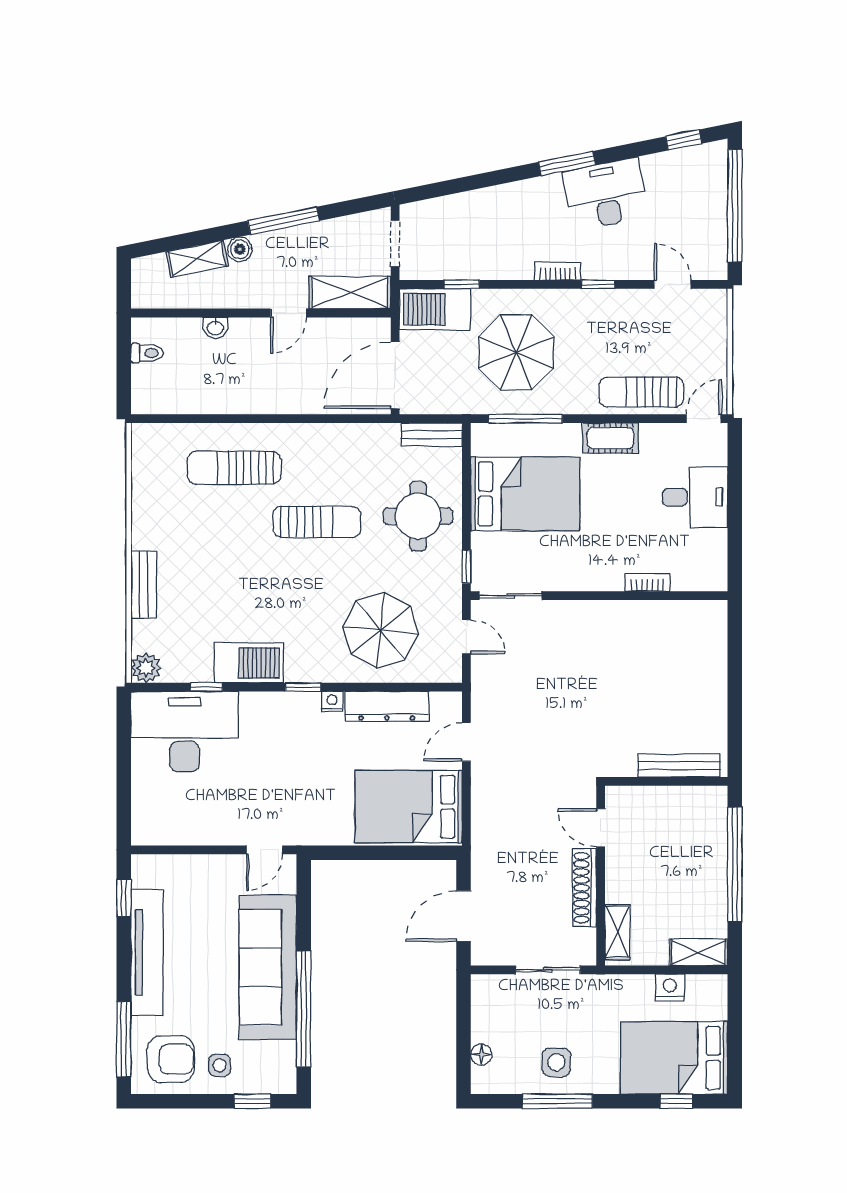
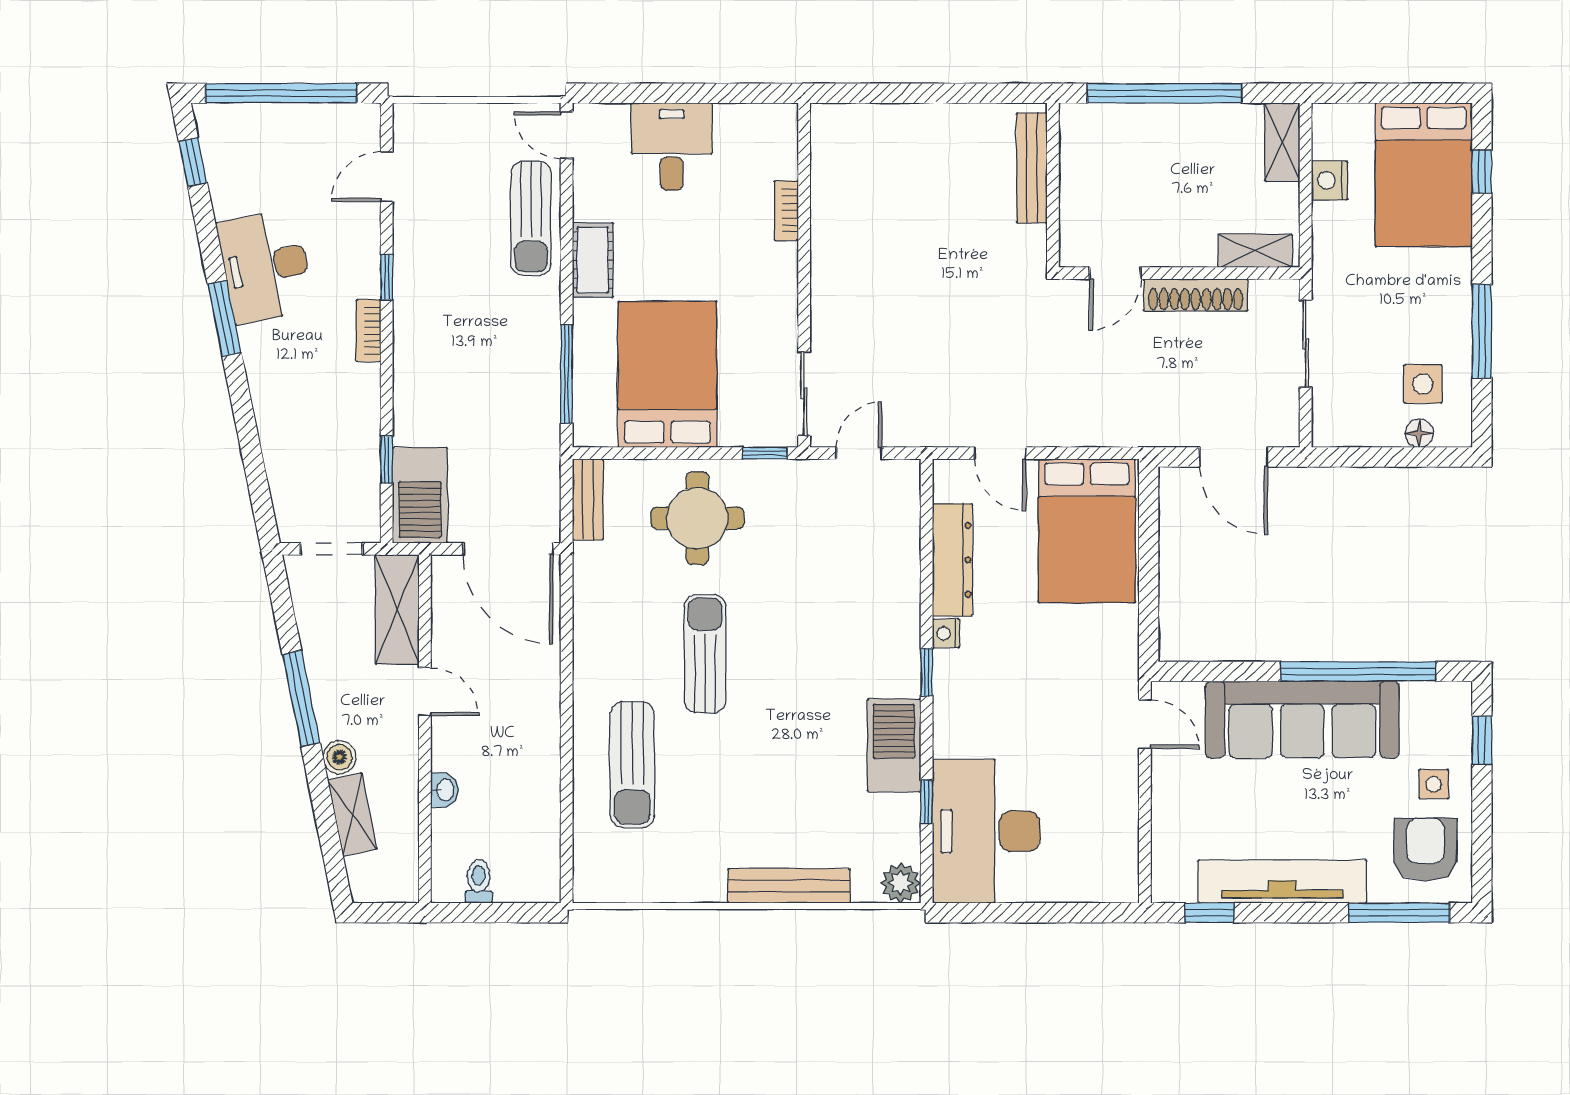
parasol: (516, 352) -> (478, 387), removed
bench: (144, 585) -> (789, 886), width x1.36
parasol: (381, 630) -> (850, 568), removed
side table: (556, 1062) -> (1423, 384), moved

